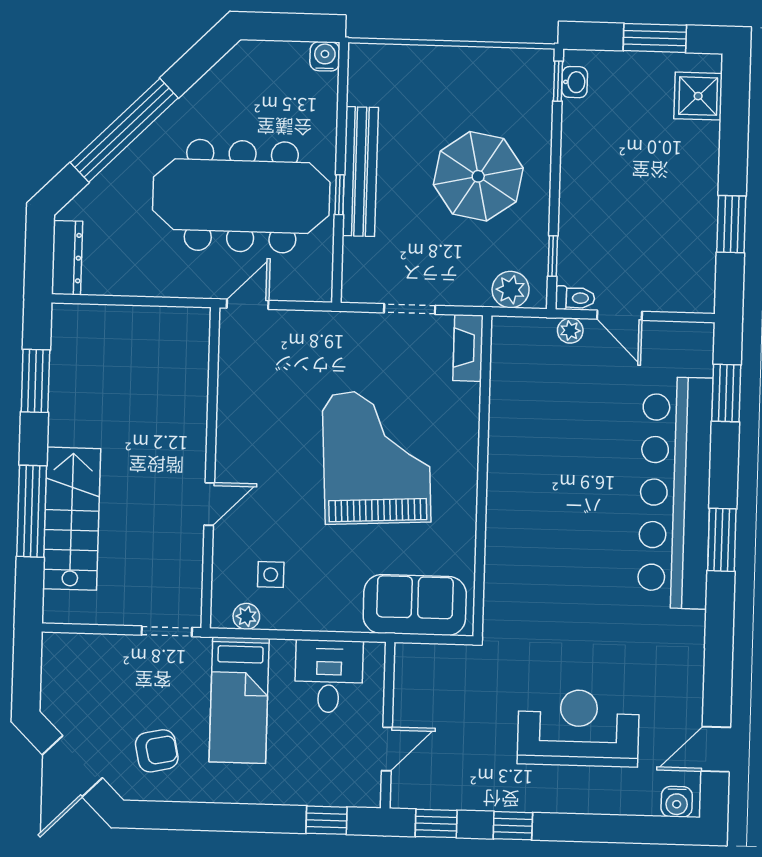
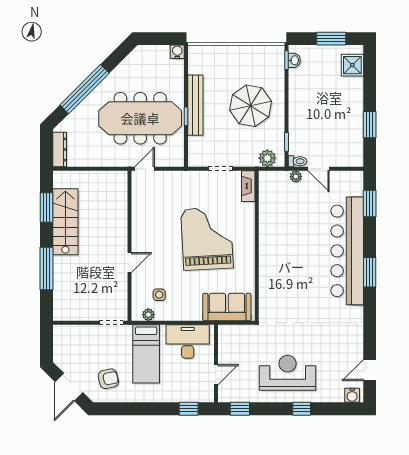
stairs: (72, 519) -> (65, 222), moved
desk: (329, 676) -> (188, 341), width x1.37
reception desk: (578, 728) -> (288, 373), moved
window: (513, 826) -> (302, 409), moved

